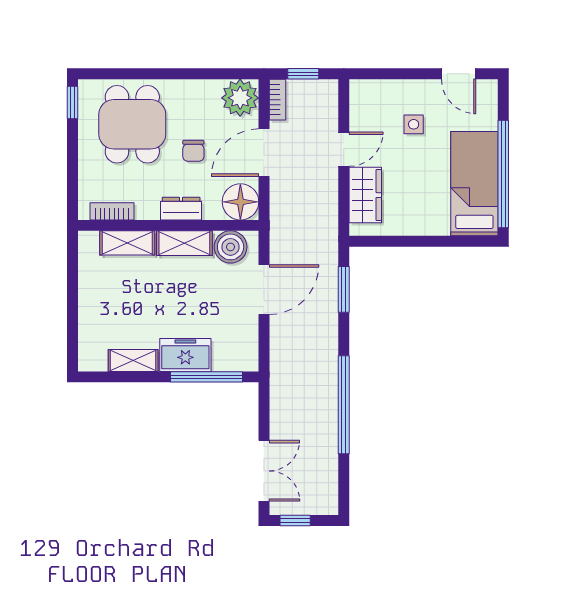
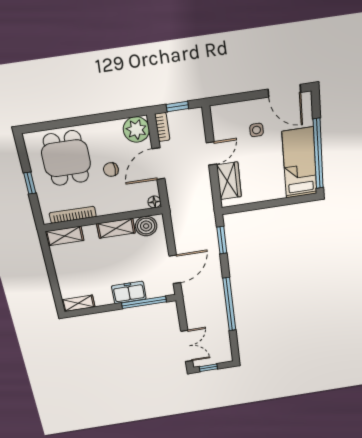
door: (459, 74) -> (284, 91), width x1.38
window: (73, 102) -> (30, 183), moved
chair: (193, 151) -> (111, 170), turned 90
floor lamp: (240, 202) -> (154, 202), width x0.53, depth x0.53
dresser: (181, 209) -> (110, 208), removed
bookcase: (112, 211) -> (73, 215), width x1.56
shelving: (127, 243) -> (65, 236), moved
door: (264, 290) -> (175, 269), moved
shelving: (133, 360) -> (78, 303), moved

